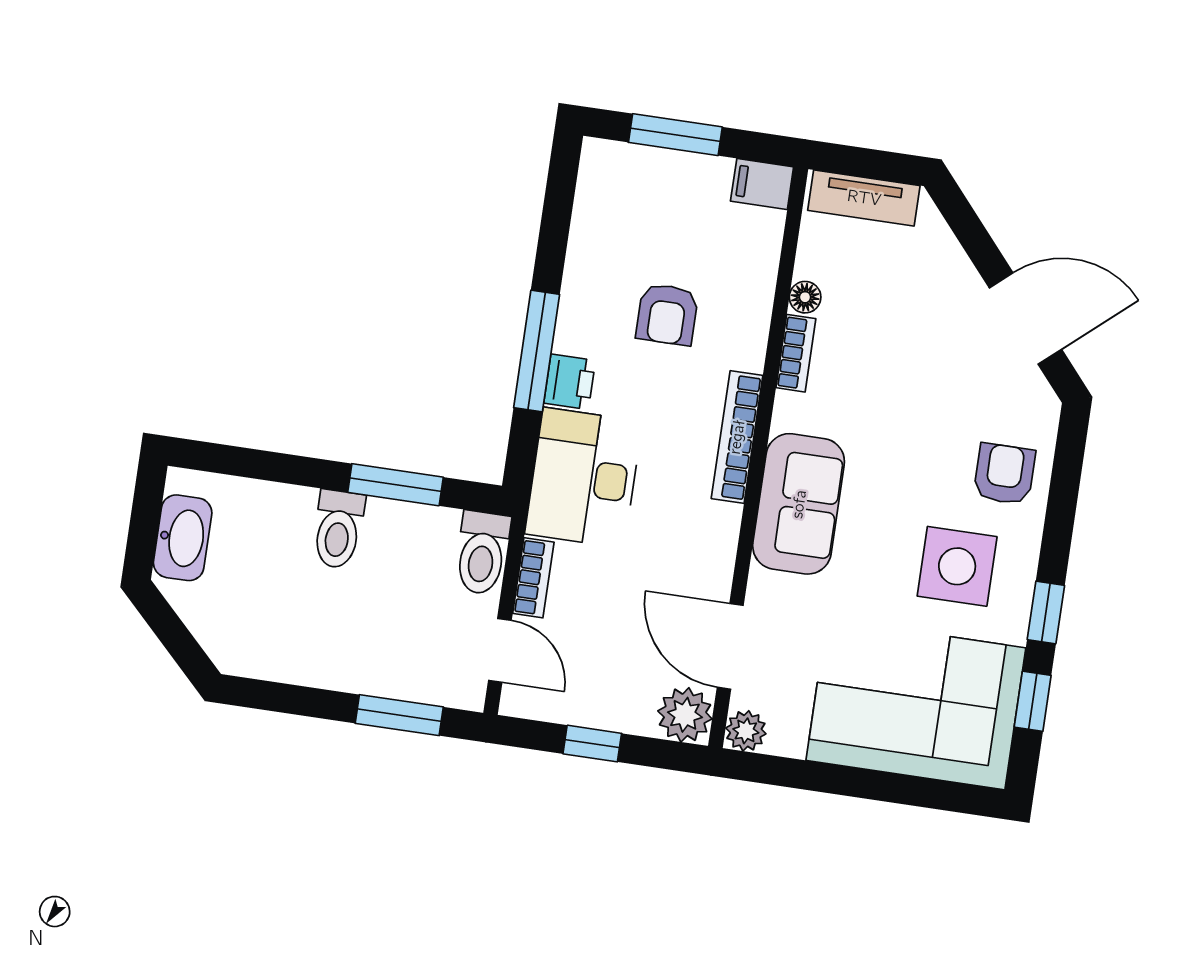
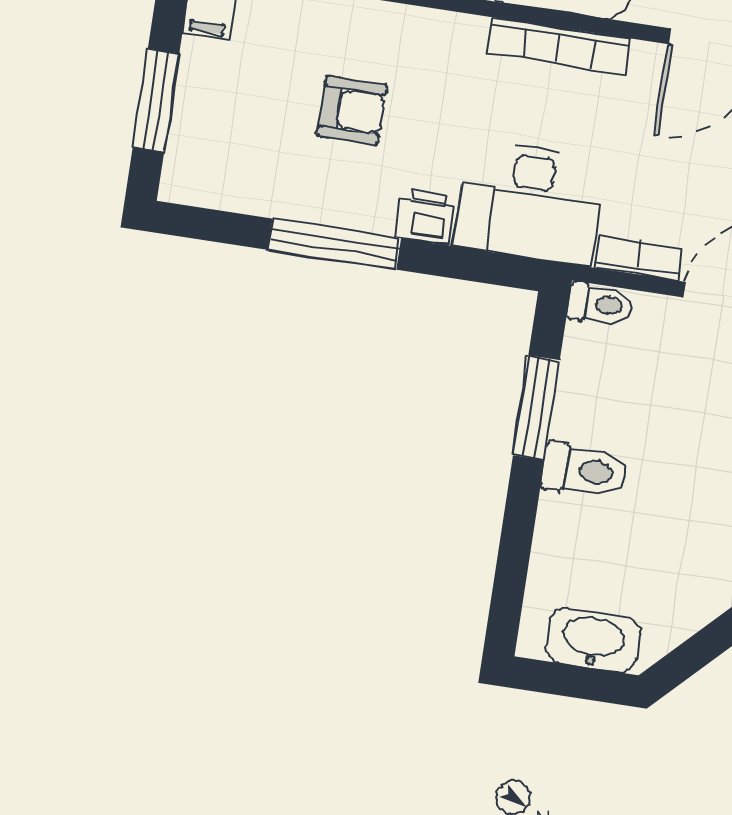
window: (537, 351) -> (334, 244), moved
bookcase: (737, 437) -> (559, 46), moved
toilet: (482, 553) -> (600, 304), width x0.73, depth x0.72

